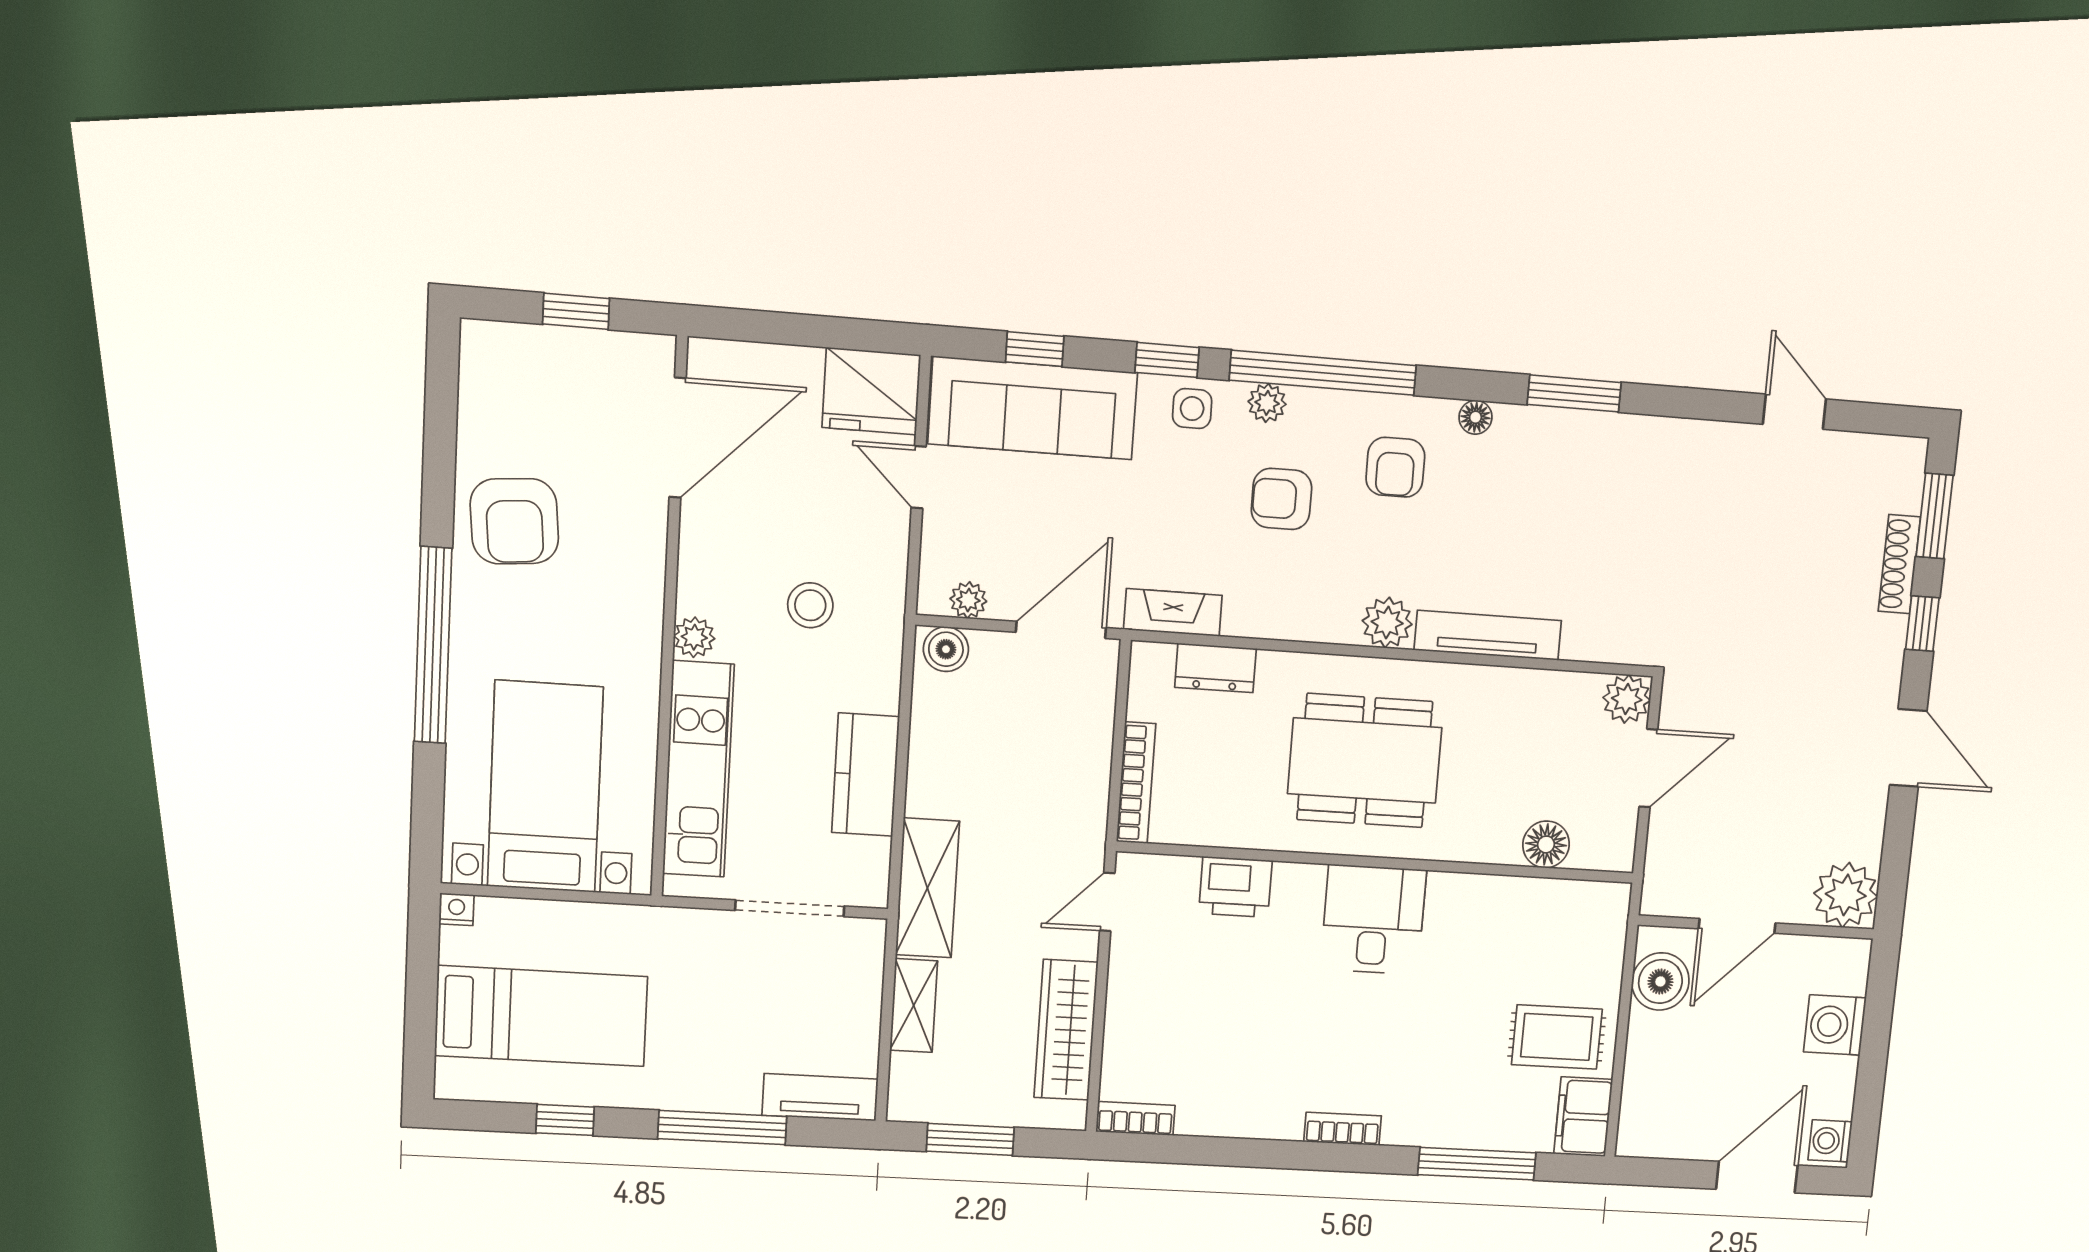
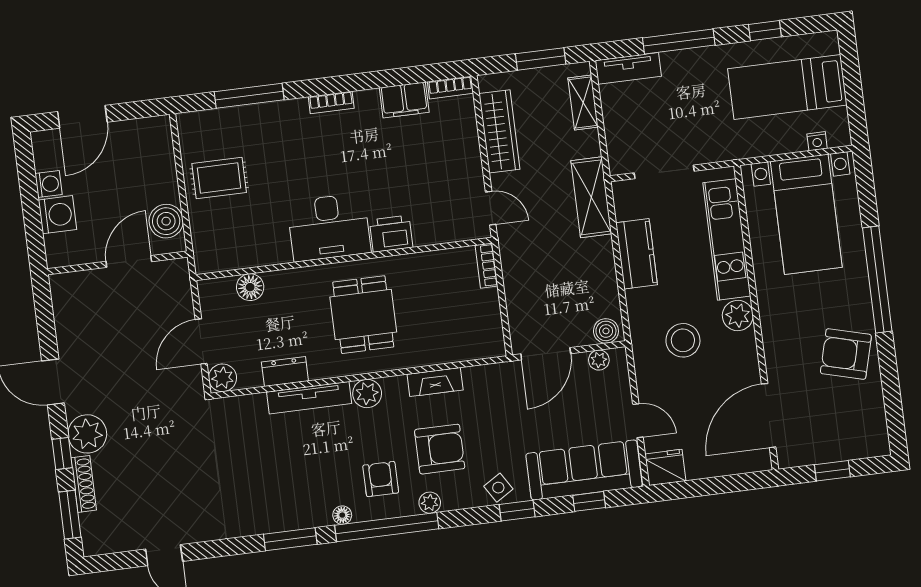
window: (1323, 373) -> (387, 527), moved
fridge: (871, 391) -> (665, 467), width x0.73, depth x0.75
plant: (1267, 403) -> (430, 503), moved
side table: (1192, 409) -> (498, 488), turned -32
armchair: (1281, 499) -> (440, 449), width x1.38, depth x1.38
armchair: (514, 521) -> (846, 354), turned -70
stool: (810, 605) -> (683, 340), width x1.38, depth x1.38
fireplace: (1173, 612) -> (435, 382), moved
plant: (694, 637) -> (738, 316), width x1.38, depth x1.38
dresser: (1216, 668) -> (285, 371), moved
dining table: (1365, 761) -> (363, 315), width x0.73
bookcase: (1136, 783) -> (486, 266), width x0.64
printer: (1235, 887) -> (391, 234), moved
plant: (1846, 895) -> (87, 434), moved
door: (1107, 902) -> (491, 208), hinge flipped
nightstand: (457, 909) -> (817, 141), moved
desk: (1373, 920) -> (329, 227), width x1.37
shelving: (914, 1006) -> (583, 103), moved
filing cabinet: (1583, 1117) -> (404, 100), moved, turned 90
washing machine: (1830, 1141) -> (49, 184), moved

